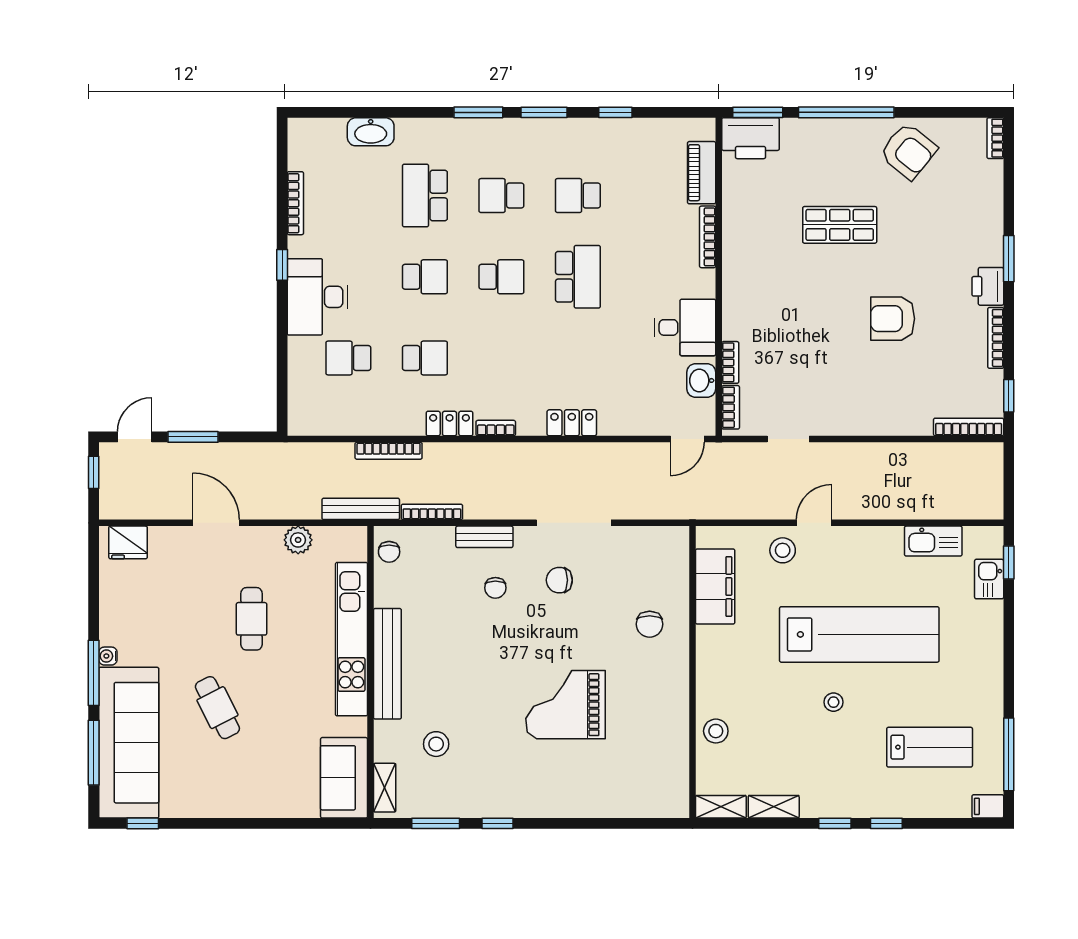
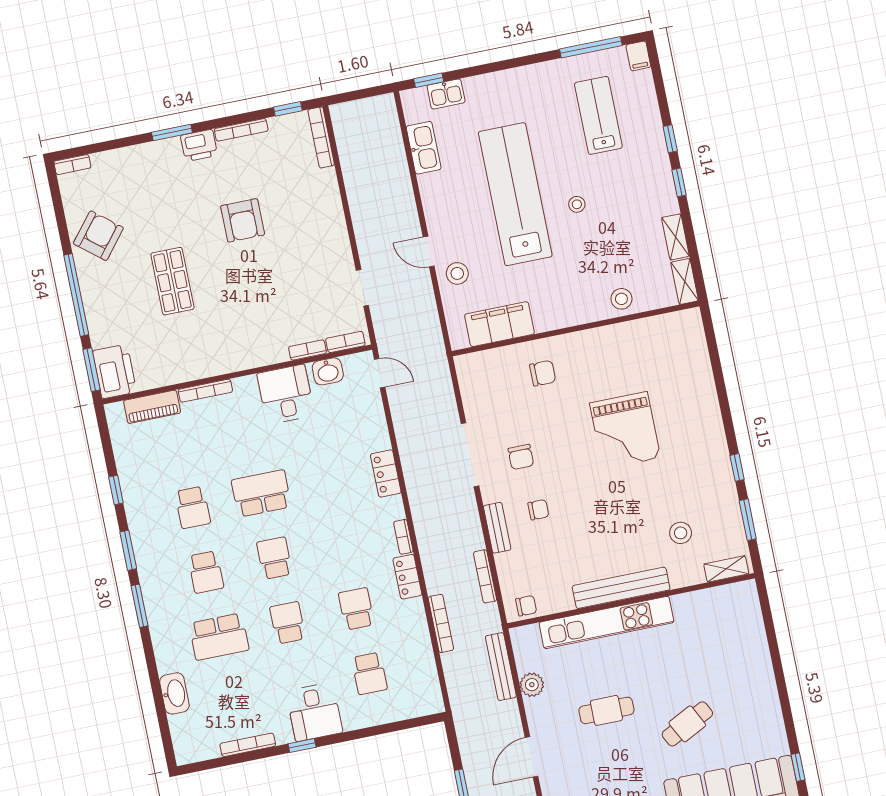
desk: (317, 297) -> (314, 712), width x0.73
bench: (361, 509) -> (501, 667), moved
sofa: (344, 778) -> (725, 605), removed

